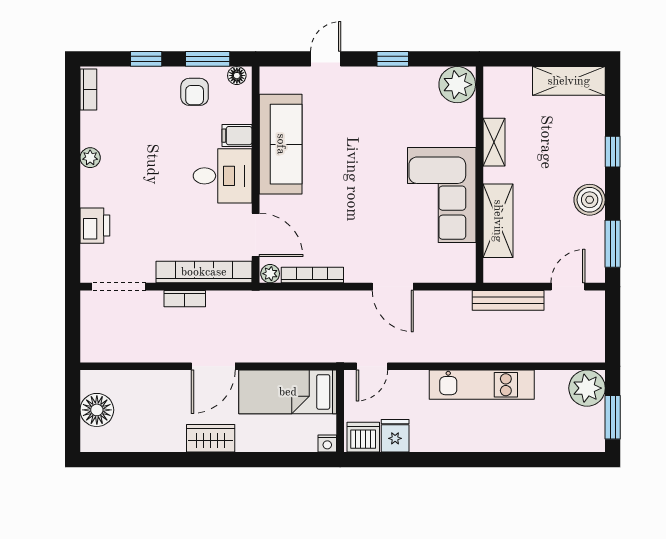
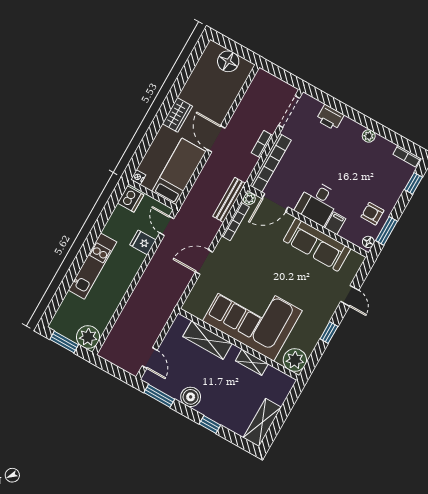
window: (146, 59) -> (413, 183), moved
corner sofa: (442, 195) -> (252, 316), width x1.36, depth x1.36
bench: (508, 300) -> (229, 200), moved
kitchen unit: (482, 385) -> (92, 266), moved, turned 180
fridge: (395, 436) -> (143, 242), moved, turned 180

